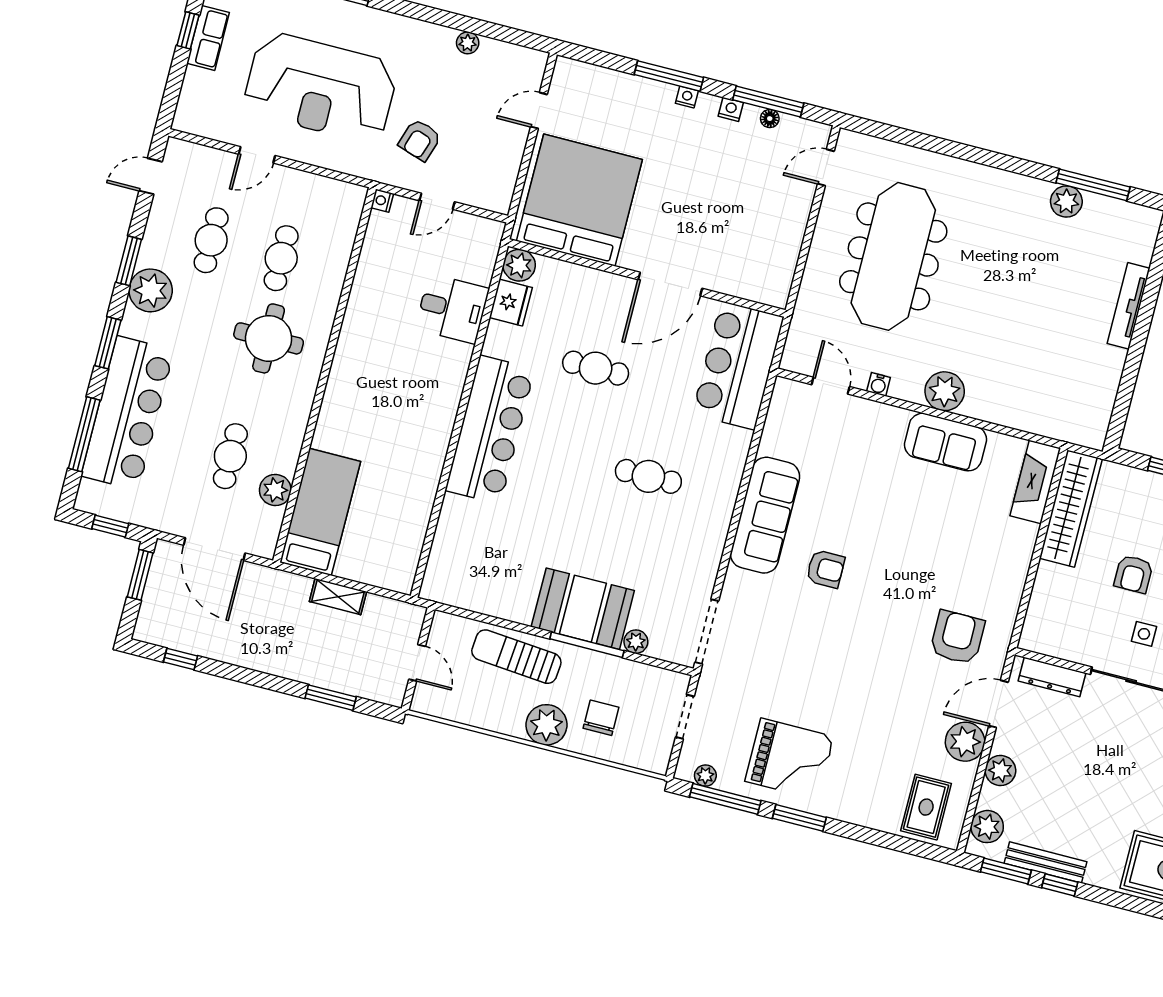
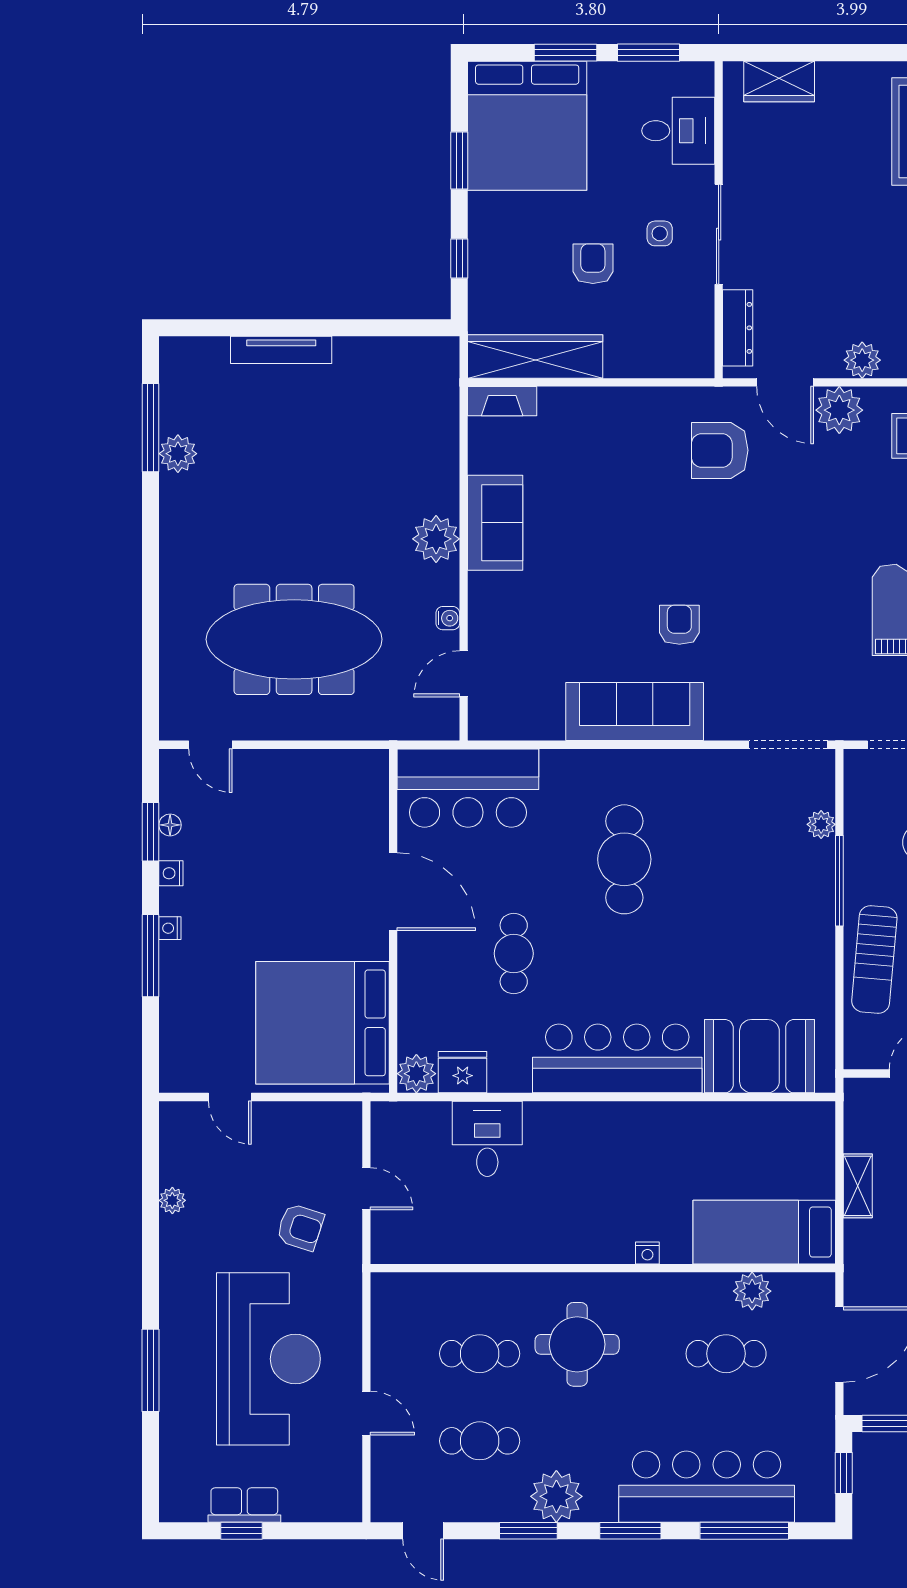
window: (768, 102) -> (151, 832), width x0.69
nightstand: (382, 201) -> (647, 1253), moved
cafe table: (648, 476) -> (624, 859), width x1.37, depth x1.35
fireplace: (1035, 482) -> (502, 401), width x0.73, depth x0.76
armchair: (1133, 574) -> (593, 264), turned -90
booth: (583, 609) -> (759, 1056), moved, turned 90

